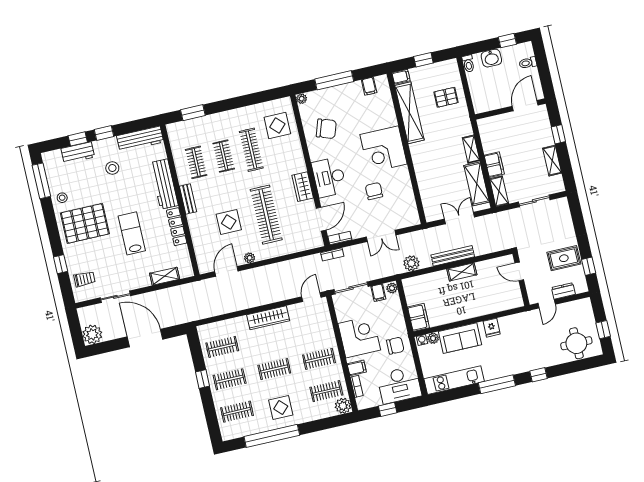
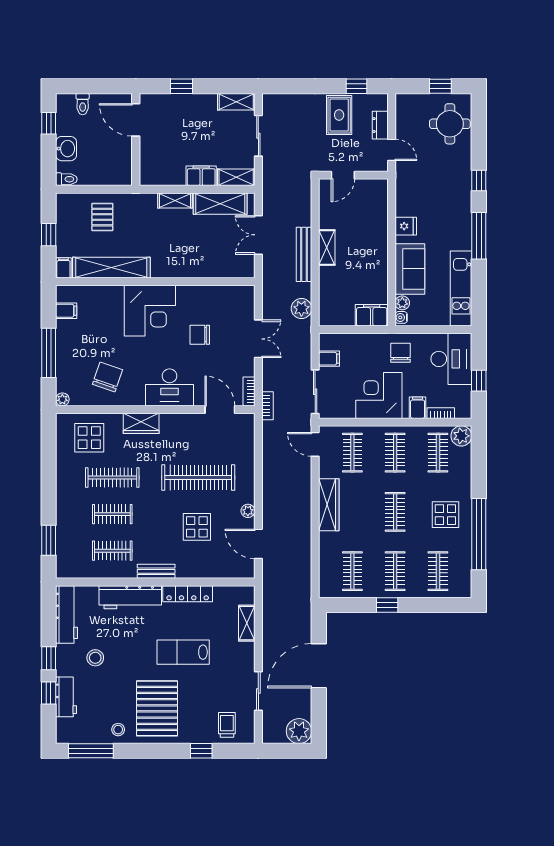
shelving: (552, 161) -> (236, 102), moved
wardrobe: (303, 187) -> (141, 423), moved
plant: (392, 288) -> (327, 340), removed
clothes rail: (312, 326) -> (352, 453), added

